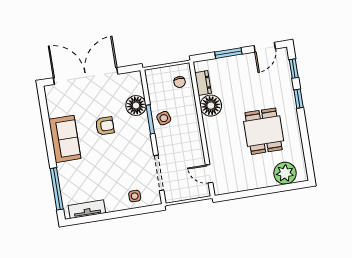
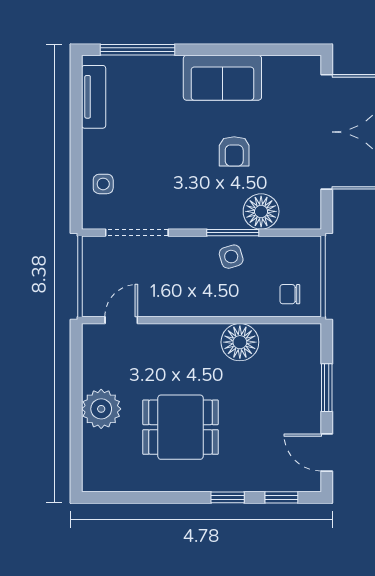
dresser: (203, 83) -> (282, 335), removed
plant: (285, 173) -> (101, 409), moved

